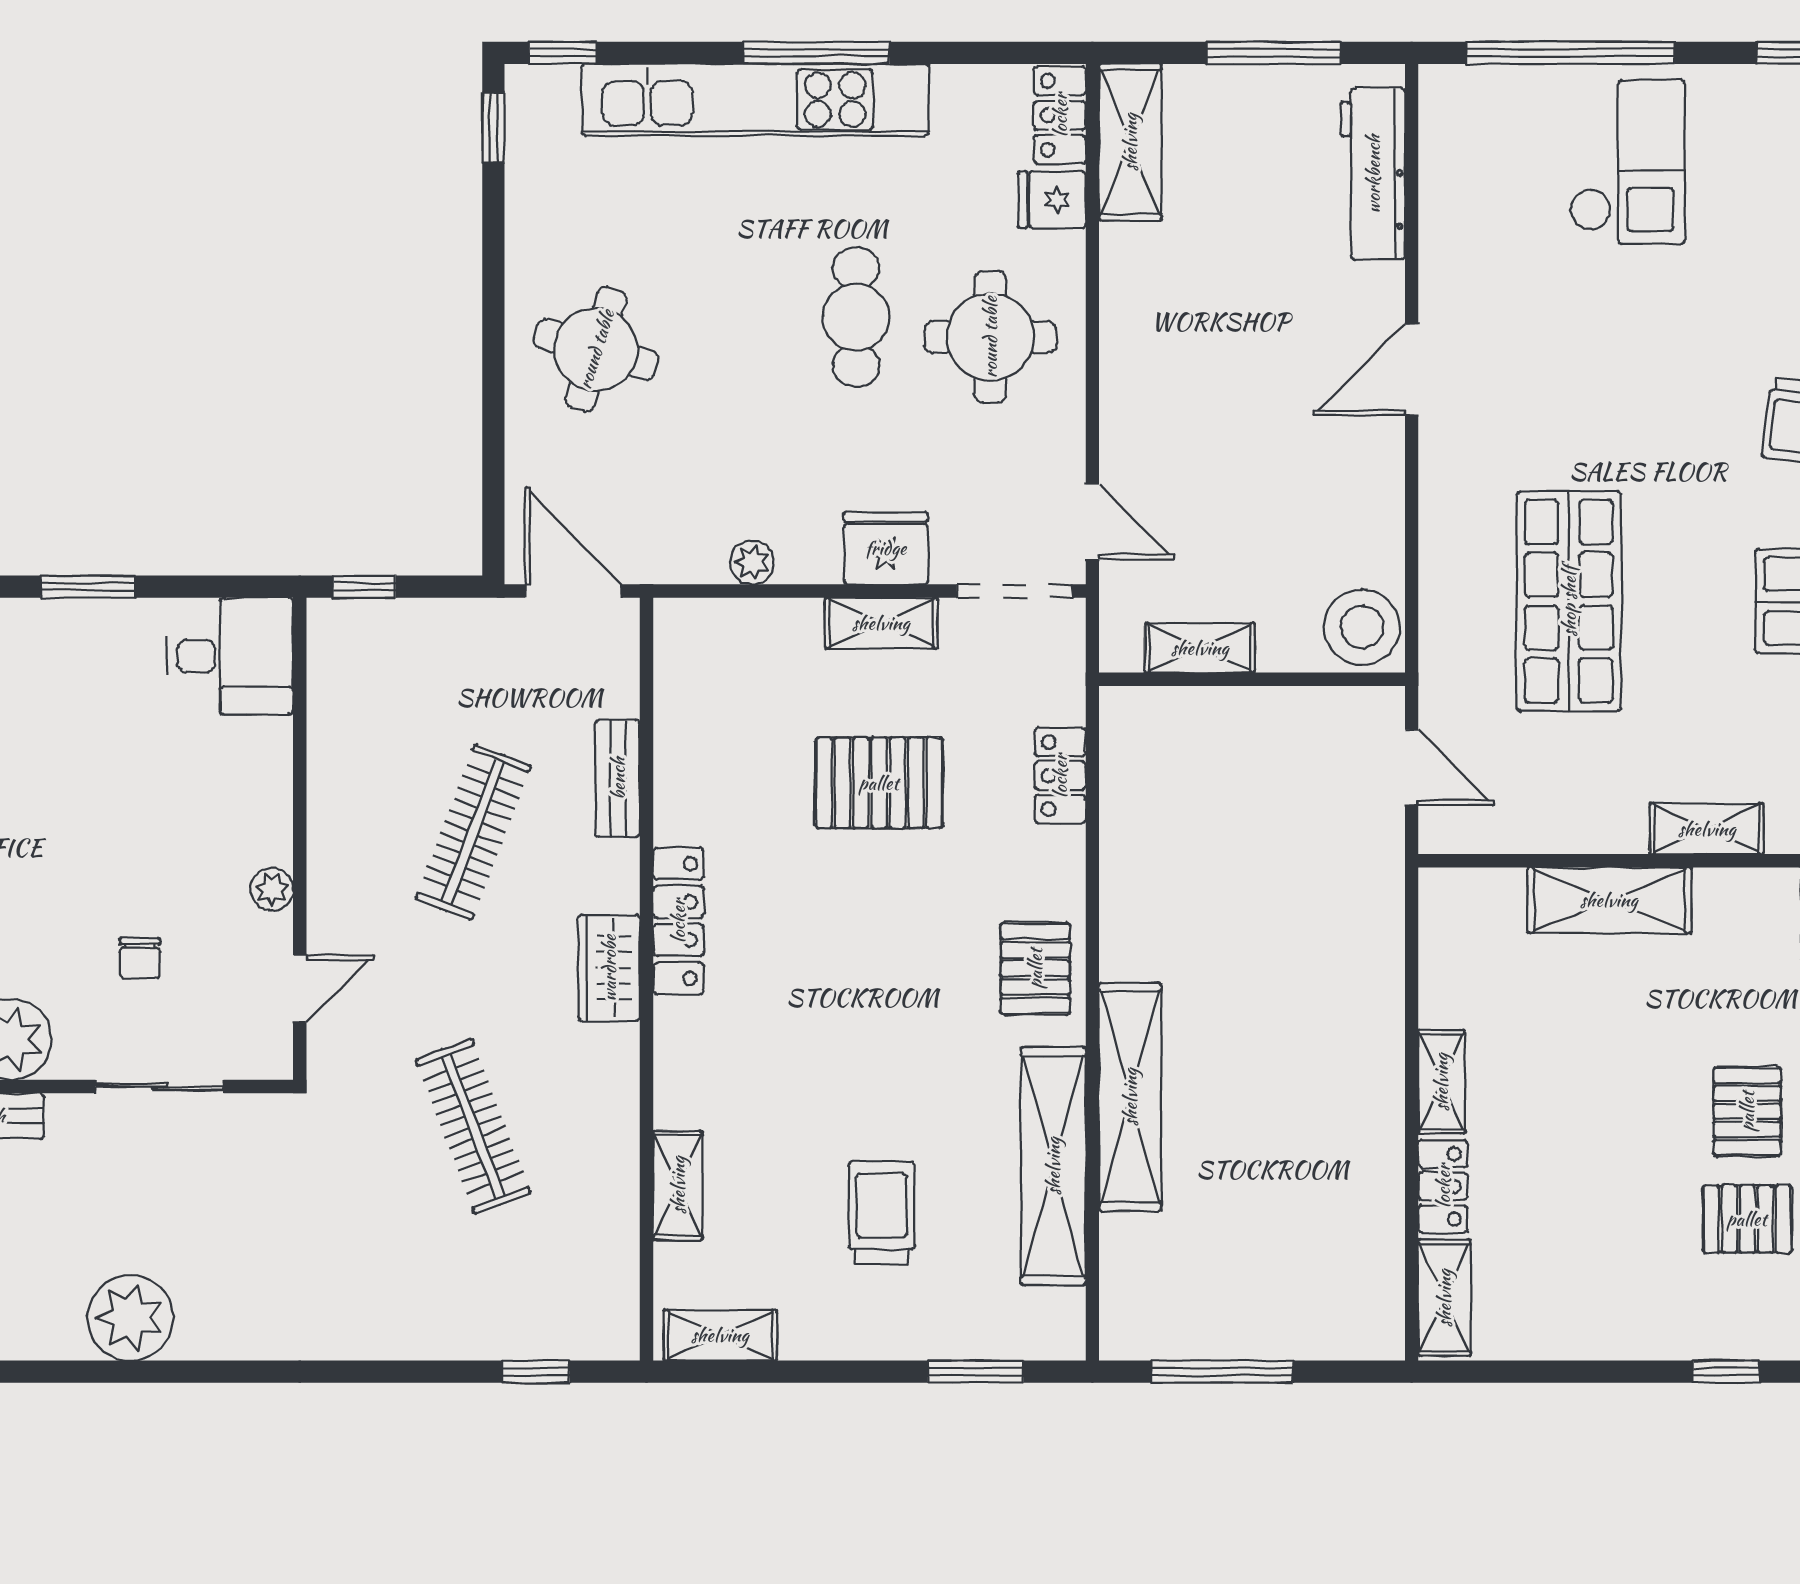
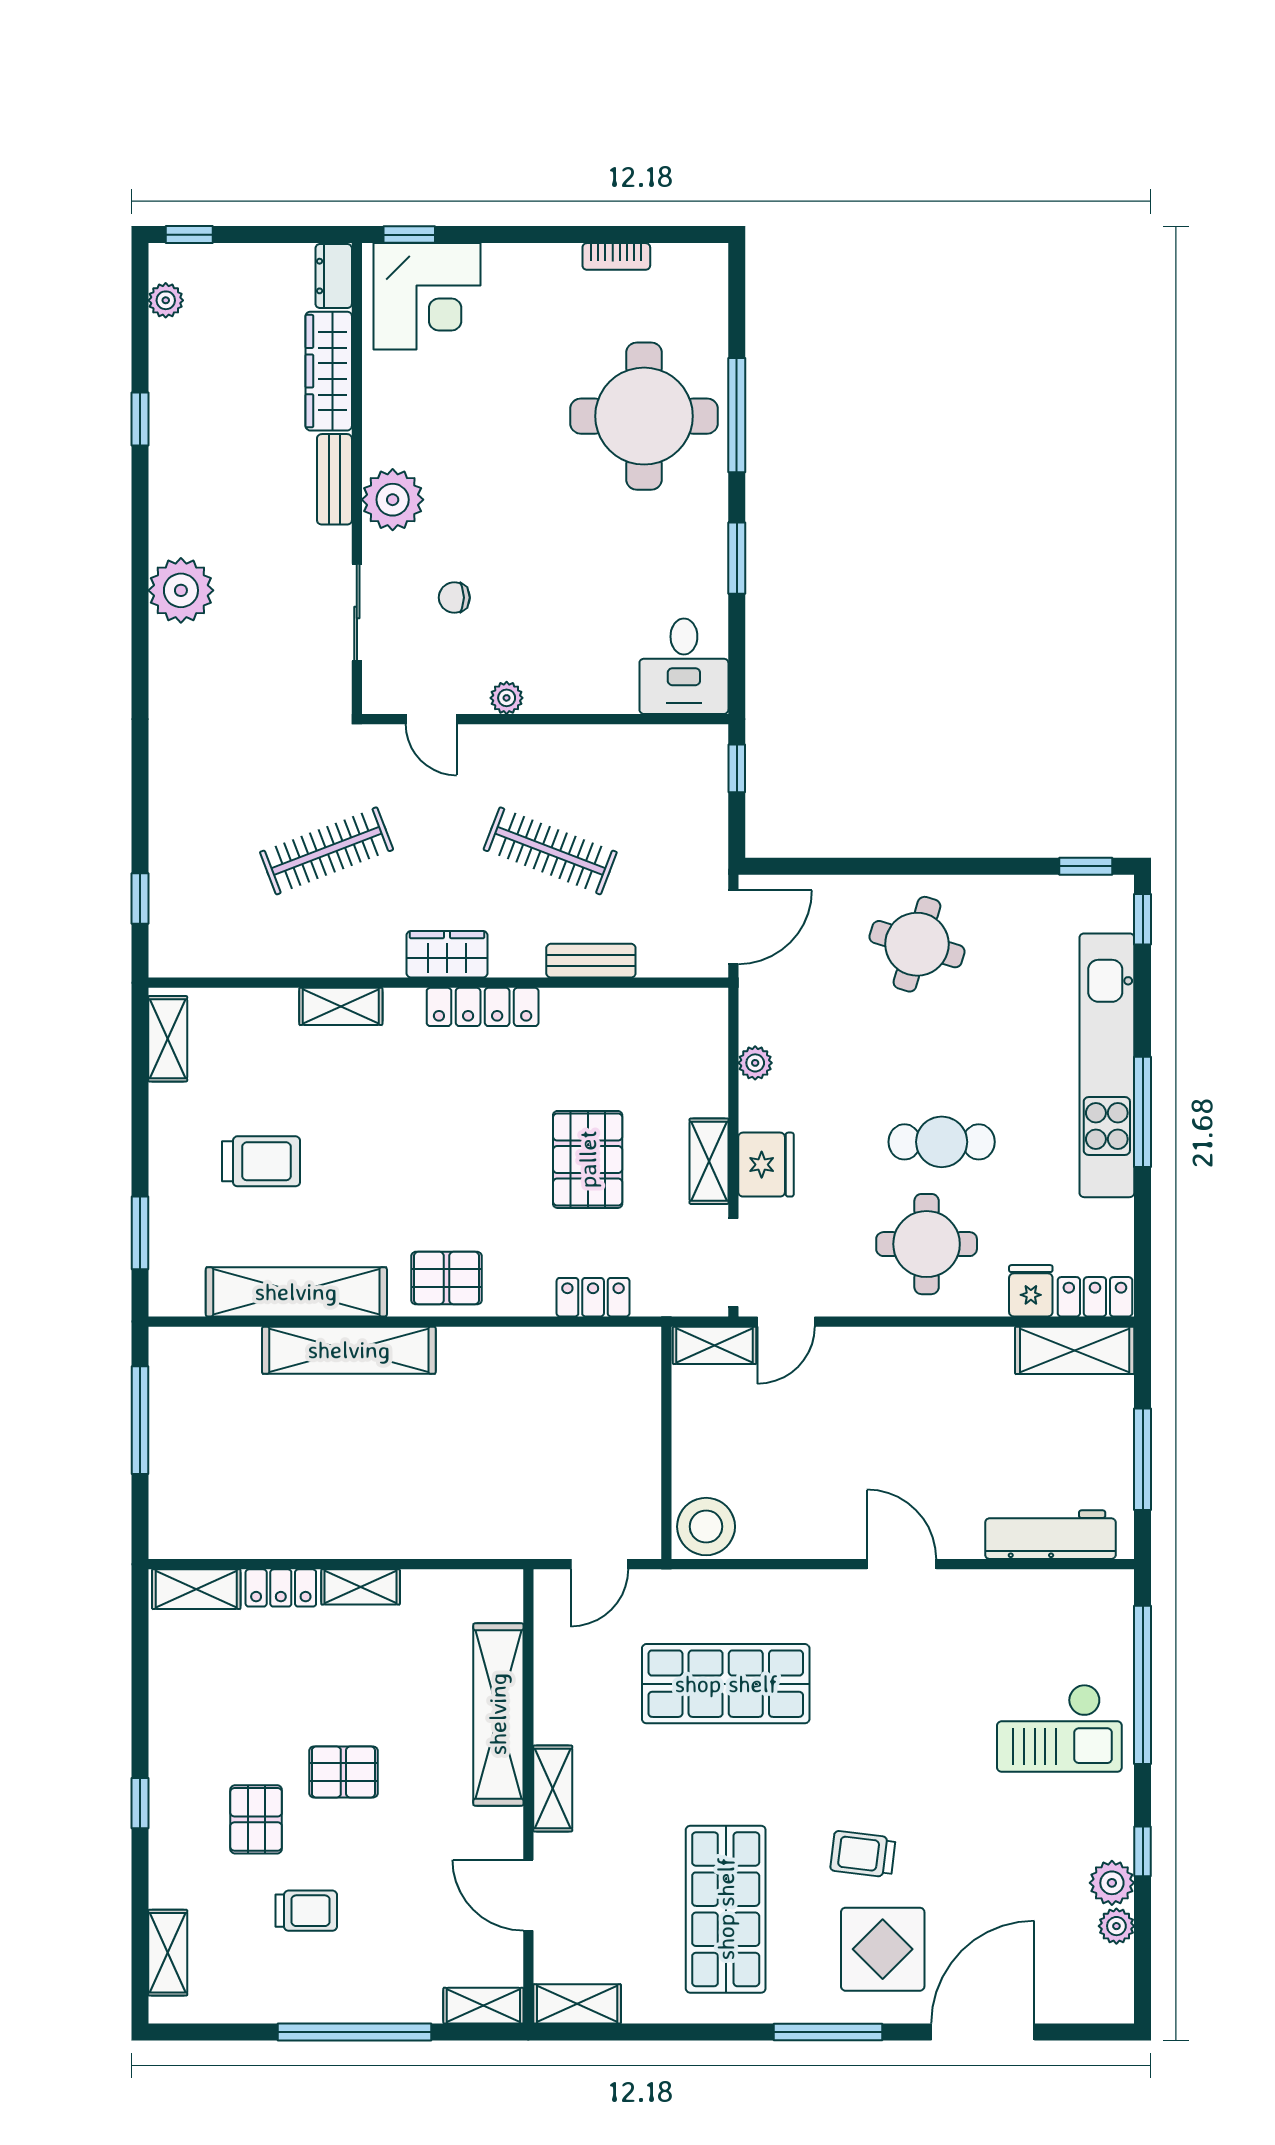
shelving: (1200, 648) -> (715, 1345), moved, turned 90
shelving: (1609, 900) -> (498, 1714), width x1.47
pallet: (1747, 1111) -> (343, 1772), moved
shelving: (678, 1185) -> (341, 1006), moved

